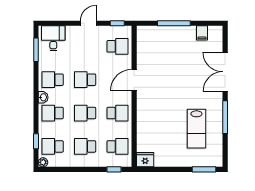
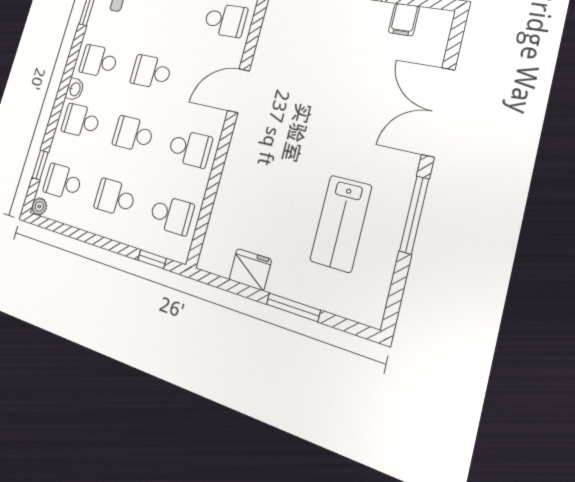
fridge: (145, 160) -> (250, 270), moved
window: (204, 169) -> (293, 307), moved

